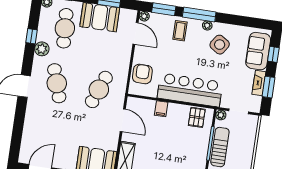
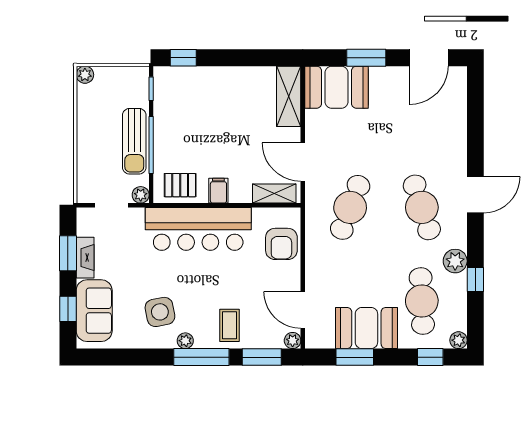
side table: (220, 45) -> (160, 312), turned 45
shelving: (142, 104) -> (274, 194), added
filing cabinet: (161, 109) -> (218, 191), moved
pallet: (197, 117) -> (180, 185), turned 90

